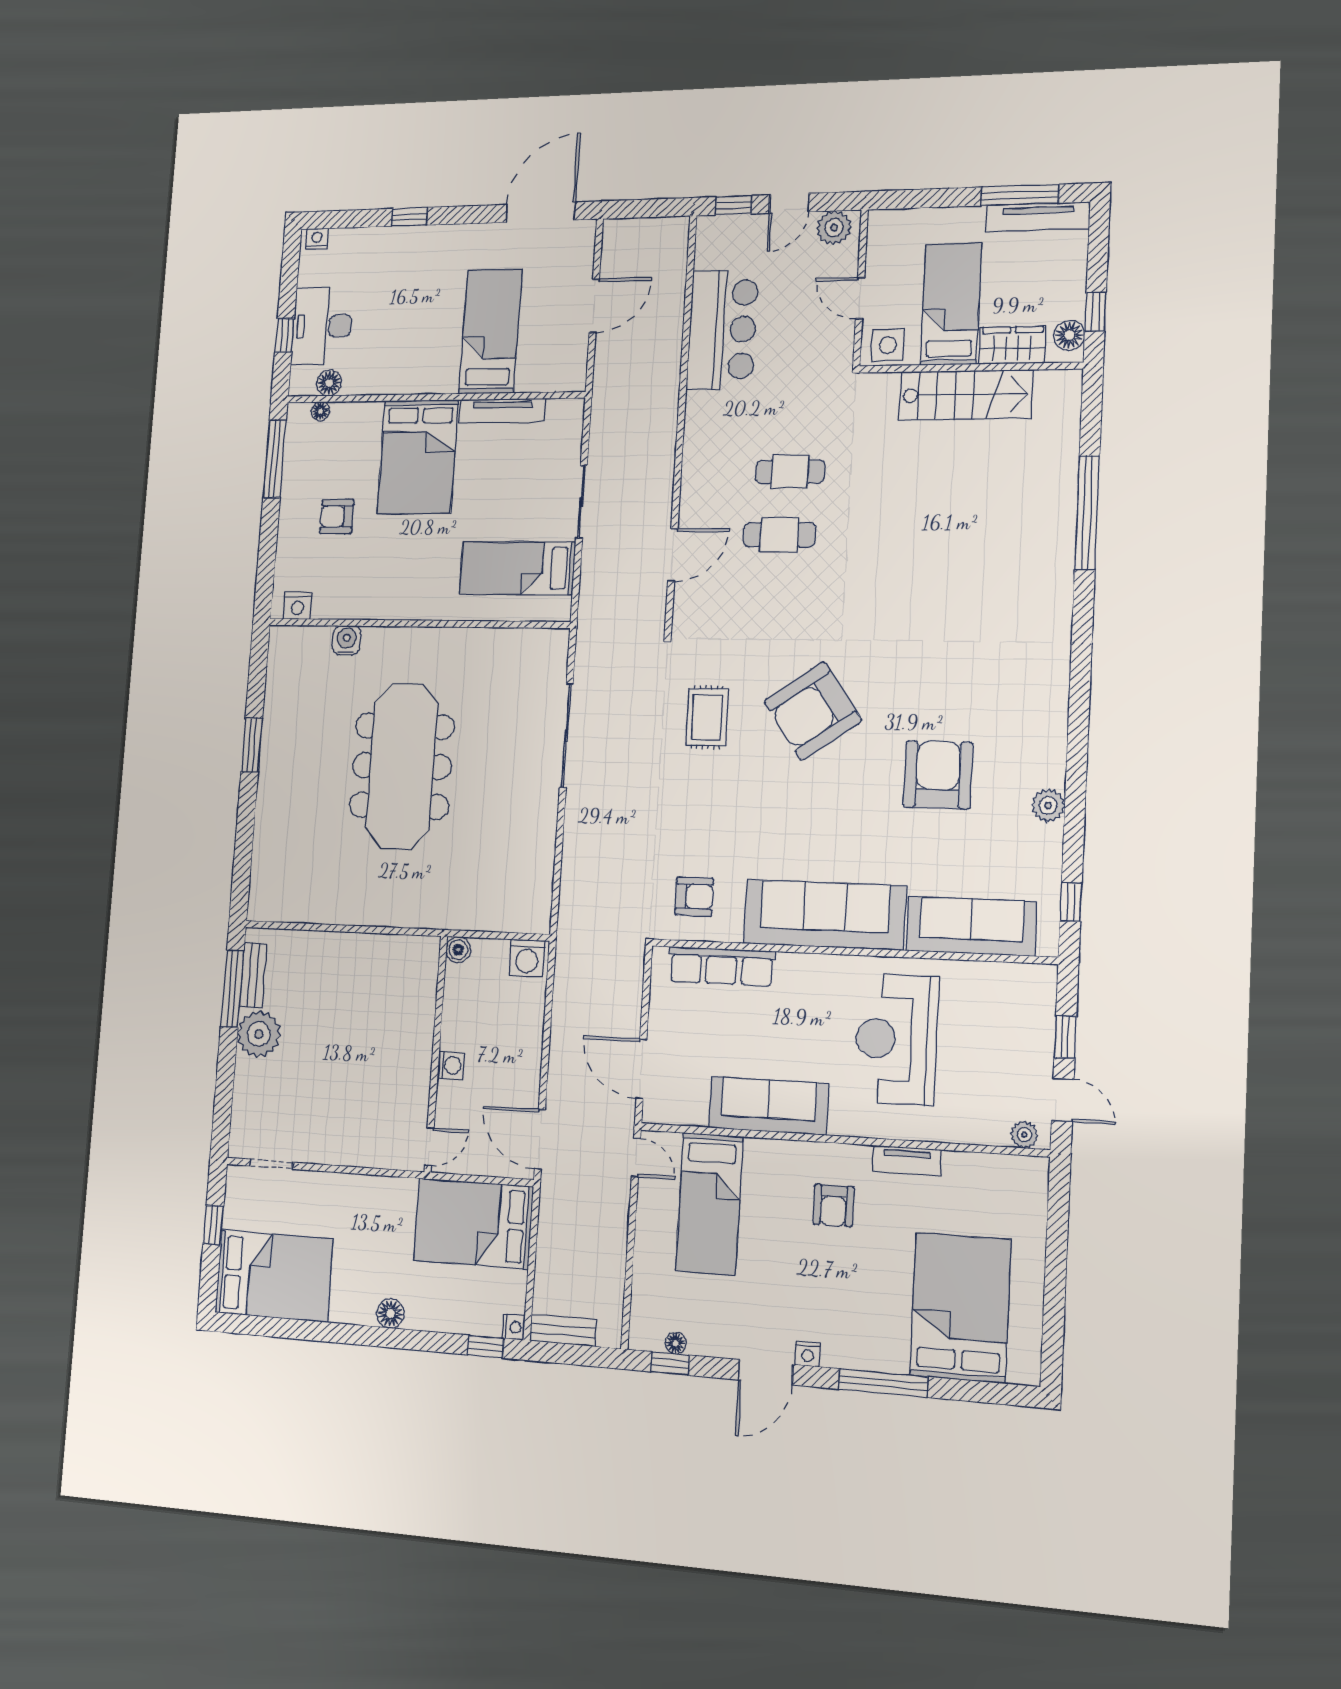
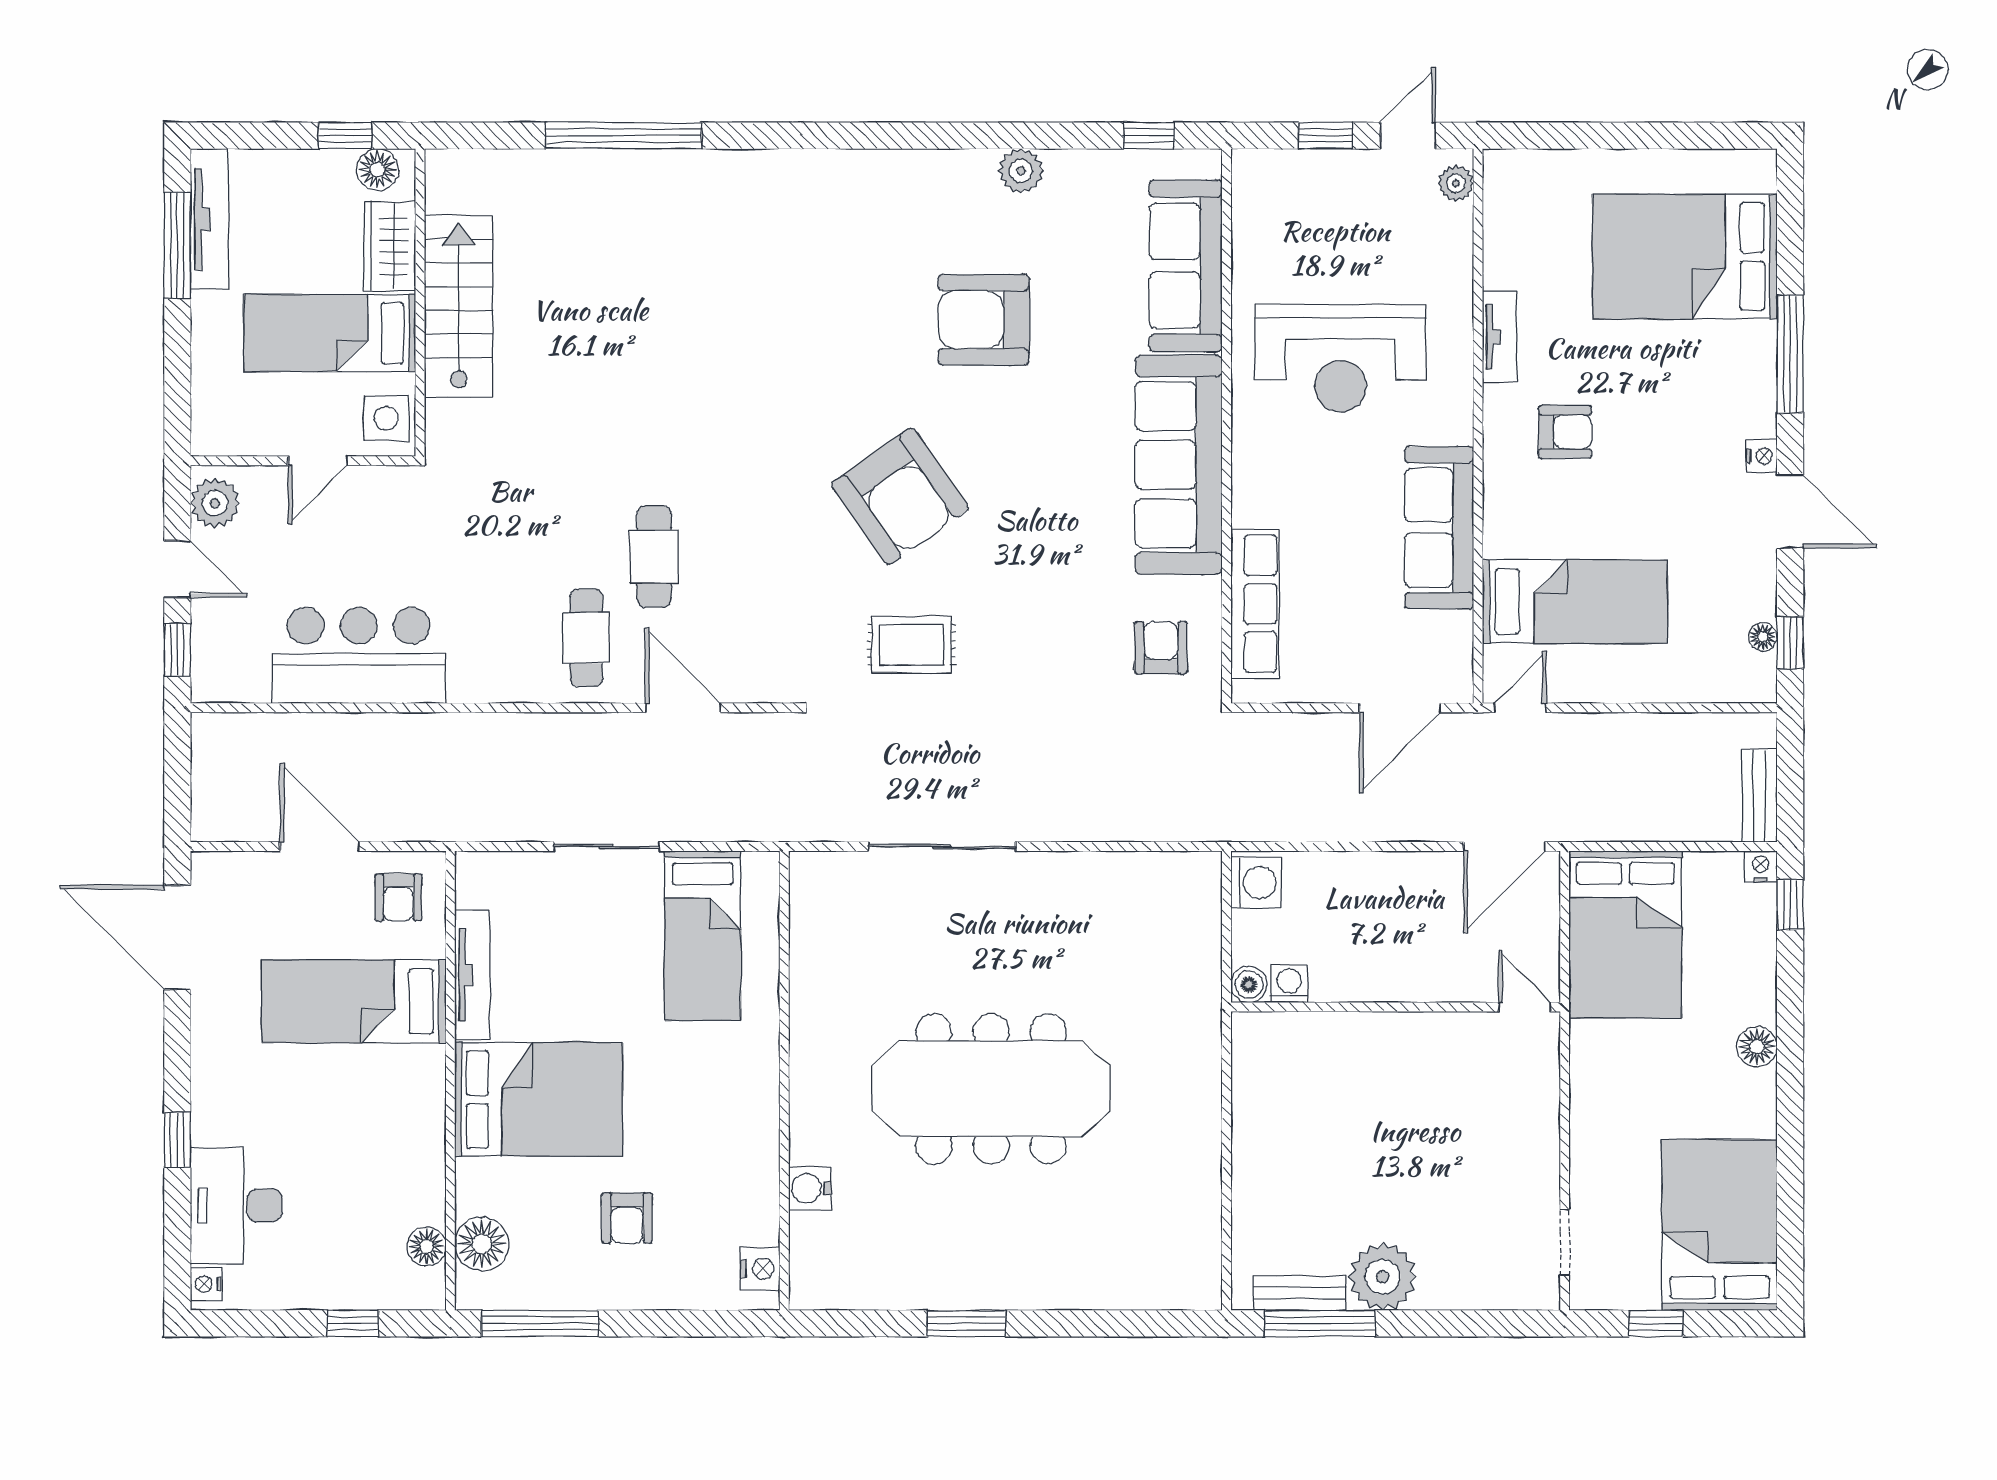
desk: (322, 326) -> (236, 1206), moved, turned 90
armchair: (557, 360) -> (398, 897), added
floor lamp: (320, 411) -> (482, 1244), width x1.89, depth x1.89
cafe table: (790, 472) -> (586, 638), moved
washing machine: (451, 1065) -> (1289, 984), moved

